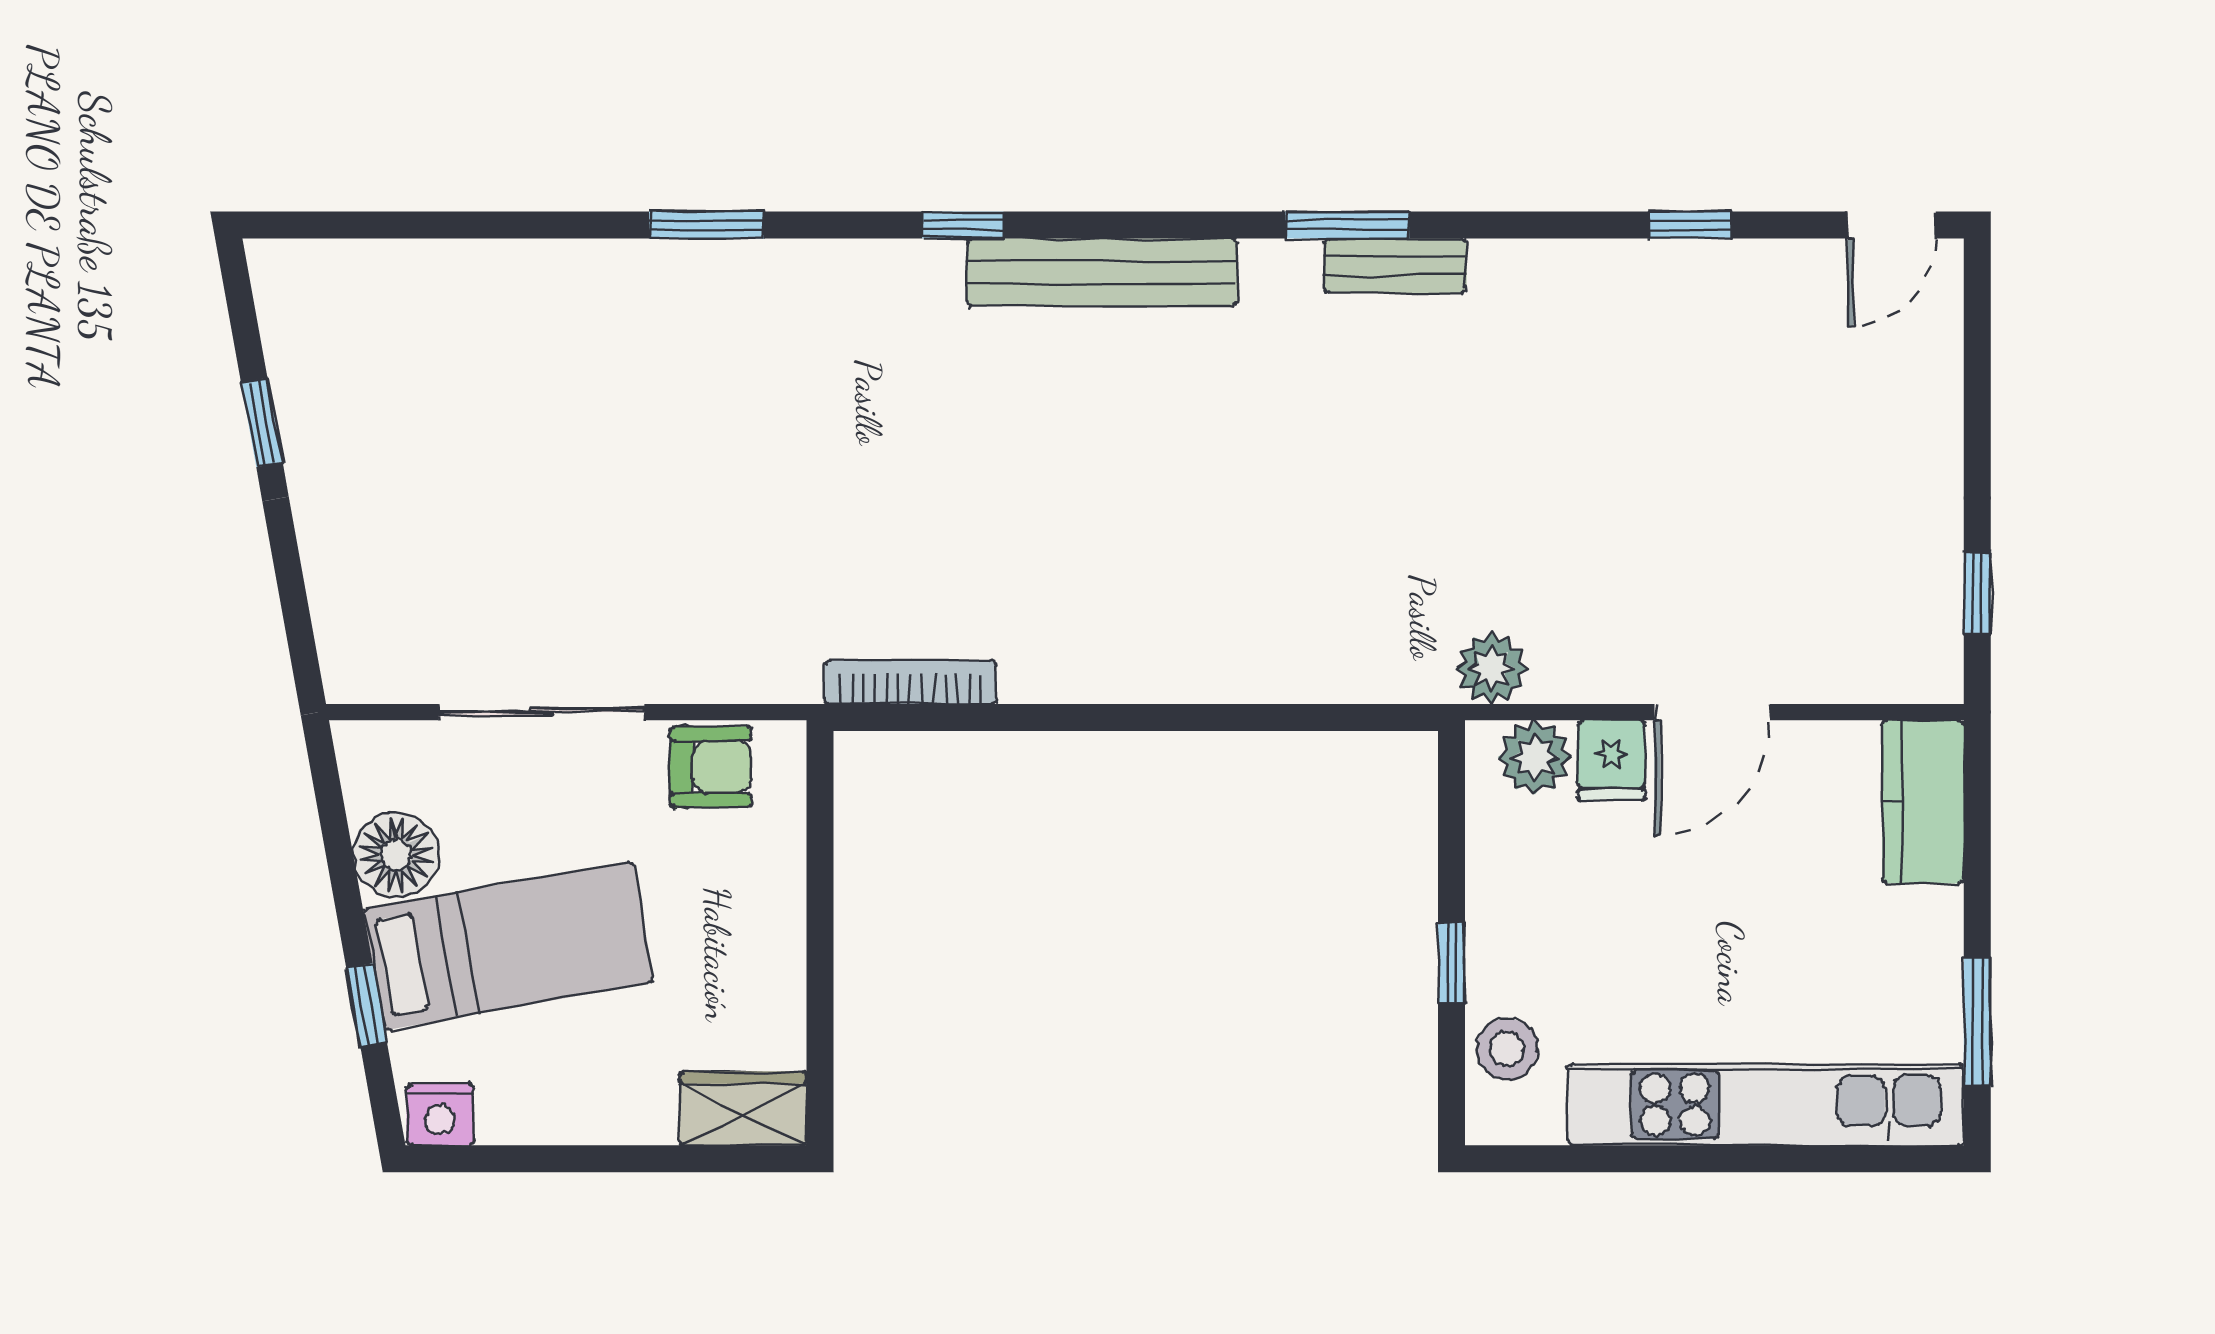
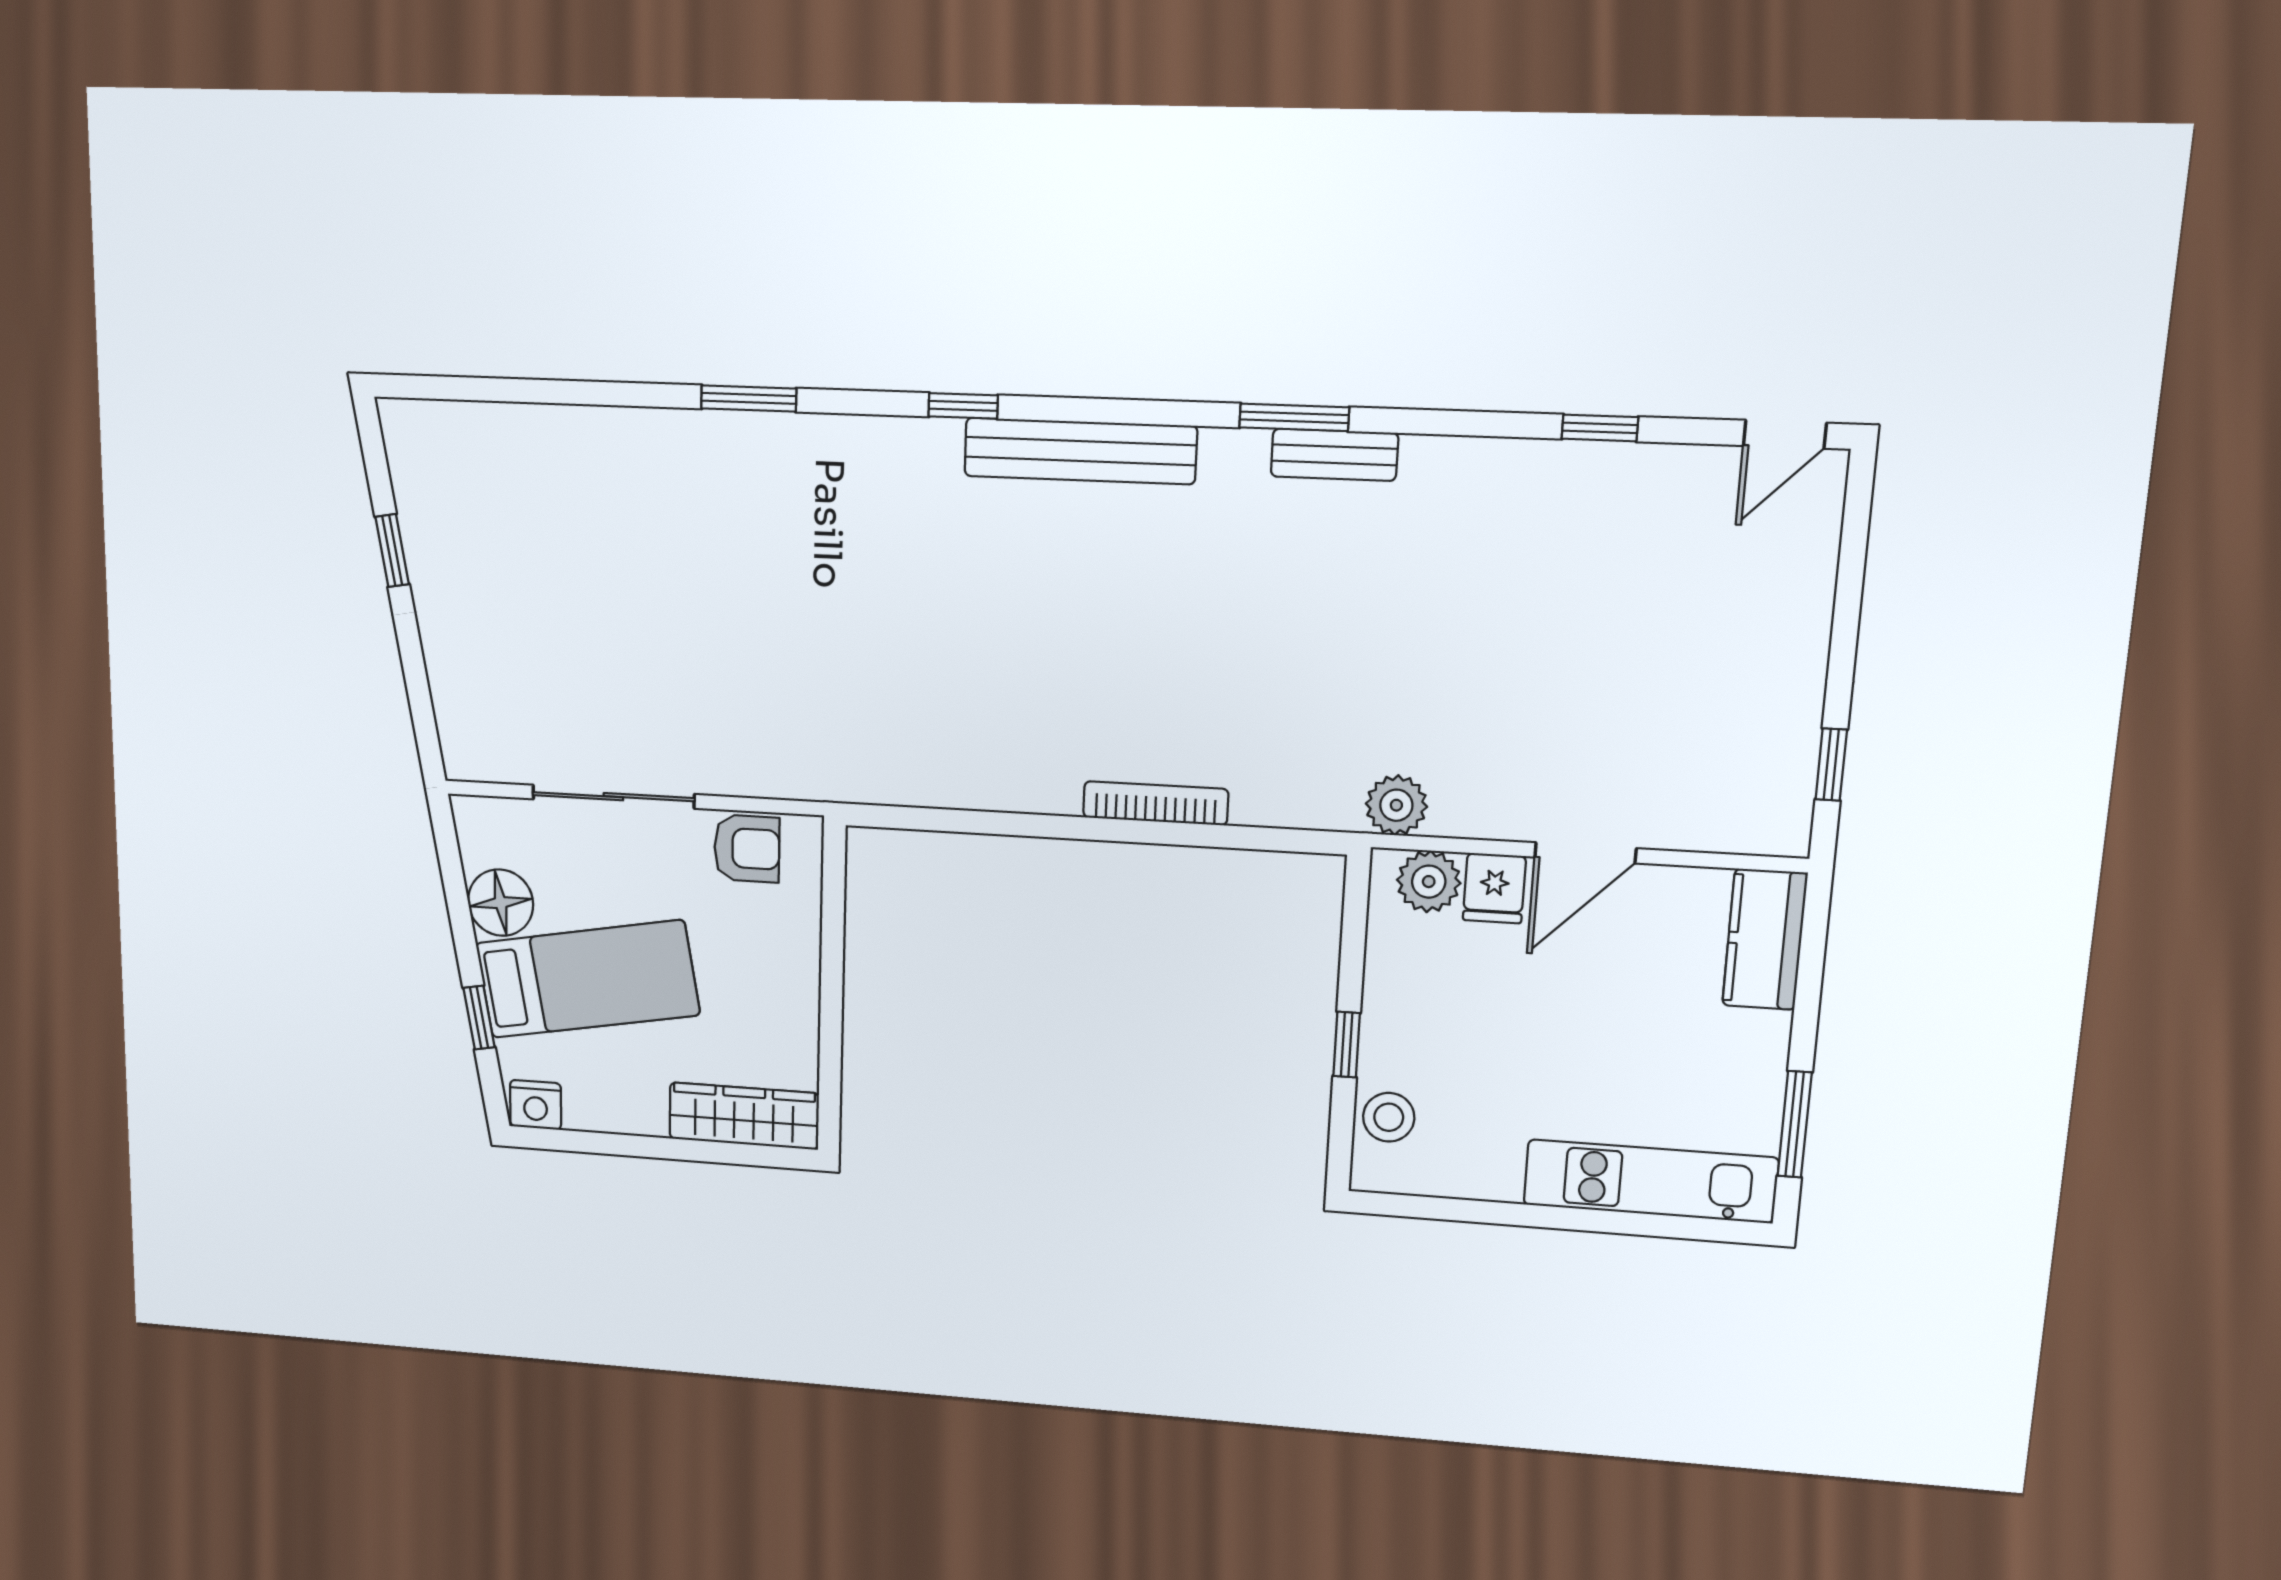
bookcase: (910, 682) -> (1156, 803), moved
kitchen unit: (1766, 1105) -> (1650, 1181), width x0.73
wardrobe: (743, 1109) -> (744, 1116), width x1.50

